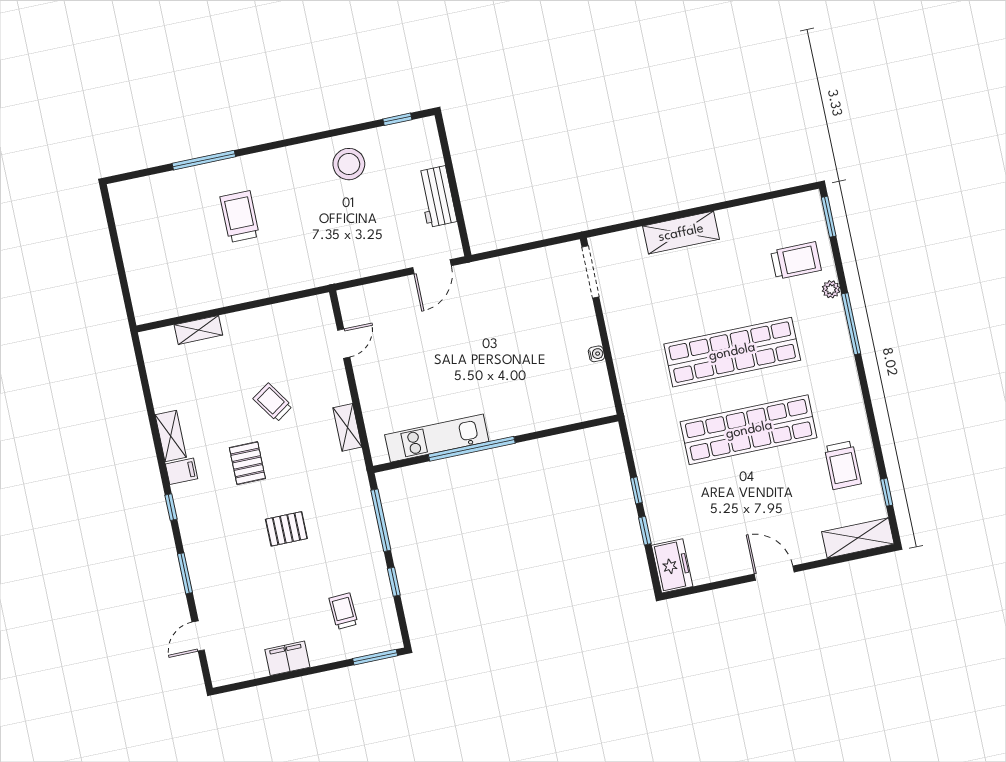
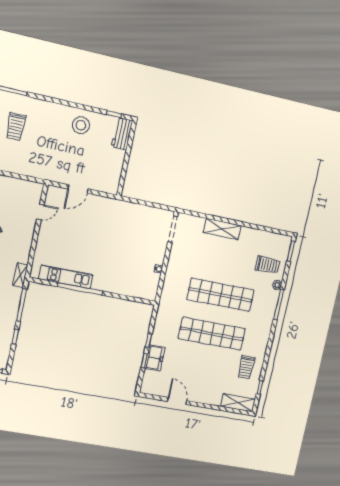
workbench: (437, 197) -> (122, 134), moved
trolley: (240, 217) -> (16, 127), turned 180
door: (432, 267) -> (78, 189), moved
shelving: (347, 427) -> (20, 275), moved
freezer: (672, 566) -> (155, 358), moved
door: (774, 573) -> (177, 401), moved

